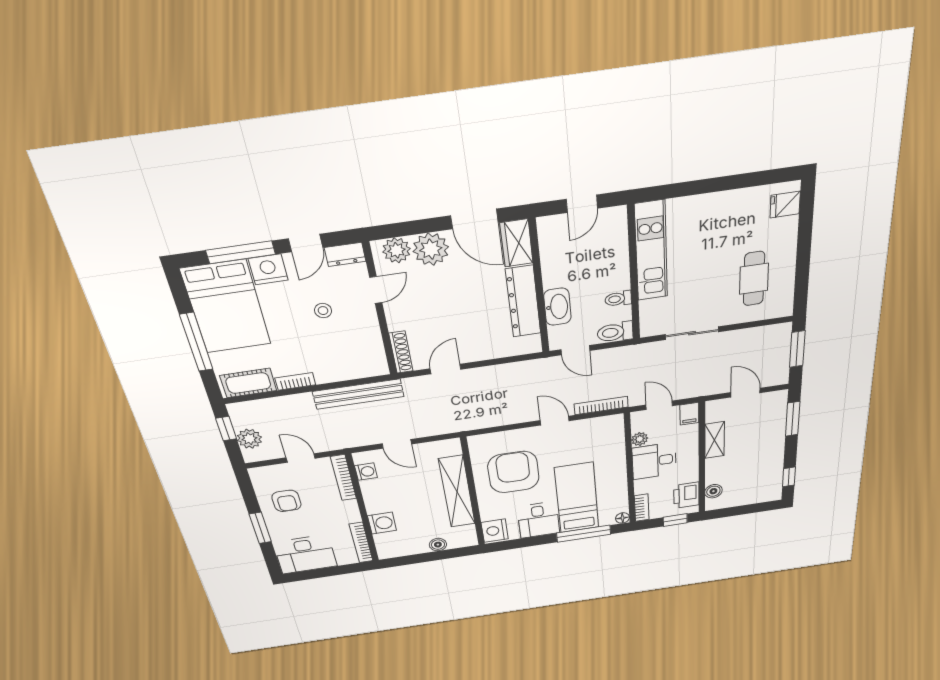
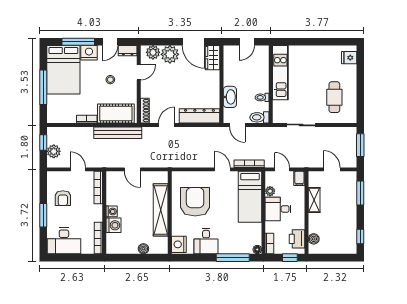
dresser: (523, 302) -> (199, 116), moved, turned 90
cot: (248, 383) -> (116, 113), moved, width x1.37, depth x1.34
washing machine: (366, 472) -> (112, 211), moved
bed: (577, 498) -> (250, 197), moved, turned 180

